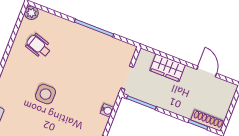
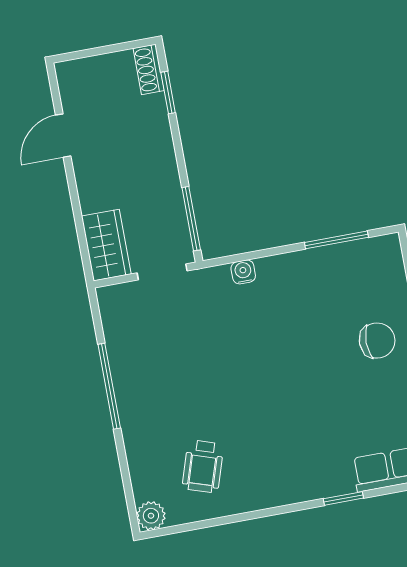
wardrobe: (168, 68) -> (106, 245), moved
side table: (45, 94) -> (282, 401), removed
shoe rack: (208, 121) -> (149, 69), width x0.70

